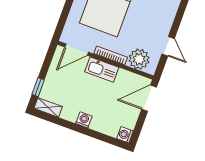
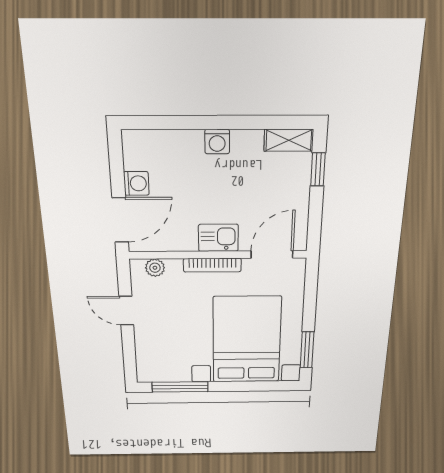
plant: (139, 59) -> (155, 268), width x0.53, depth x0.53
kitchen sink: (102, 70) -> (218, 238), width x0.73
washing machine: (125, 135) -> (136, 183), moved

